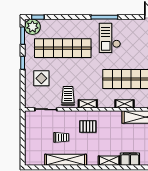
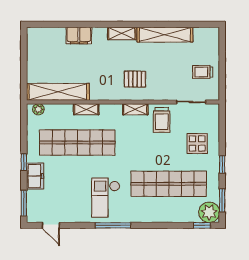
checkout: (110, 38) -> (106, 198), turned 180
trolley: (61, 137) -> (203, 72), moved
shelving: (109, 161) -> (122, 33), moved

